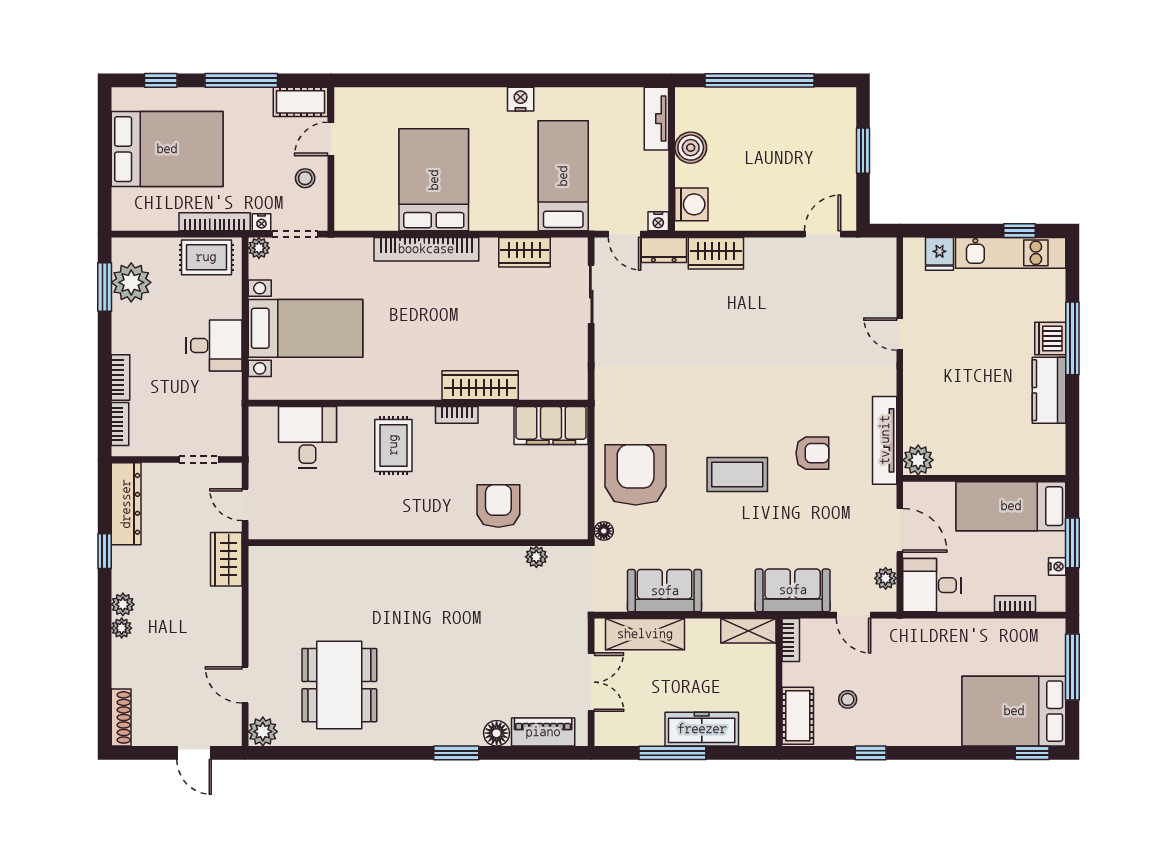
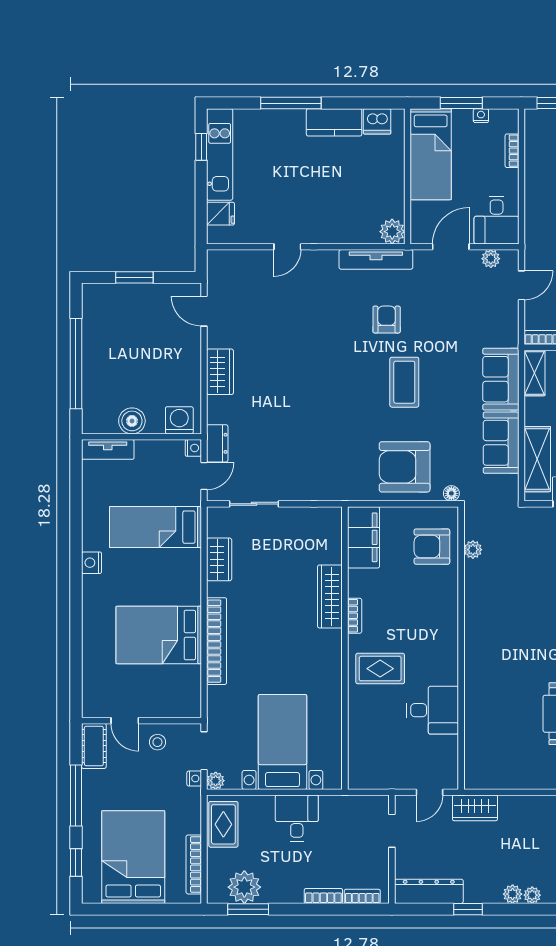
bookcase: (215, 222) -> (194, 864), moved
wardrobe: (716, 253) -> (220, 372), moved
dishwasher: (1050, 339) -> (377, 121), moved
desk: (308, 437) -> (433, 710), moved, turned 180
armchair: (498, 506) -> (432, 547), moved
sofa: (793, 590) -> (501, 379), moved

